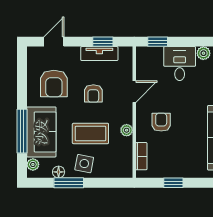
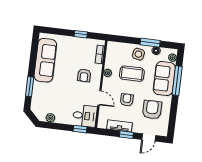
window: (103, 42) -> (126, 135), moved
desk: (180, 64) -> (85, 116), moved, turned -90
door: (134, 92) -> (99, 98), swing flipped

